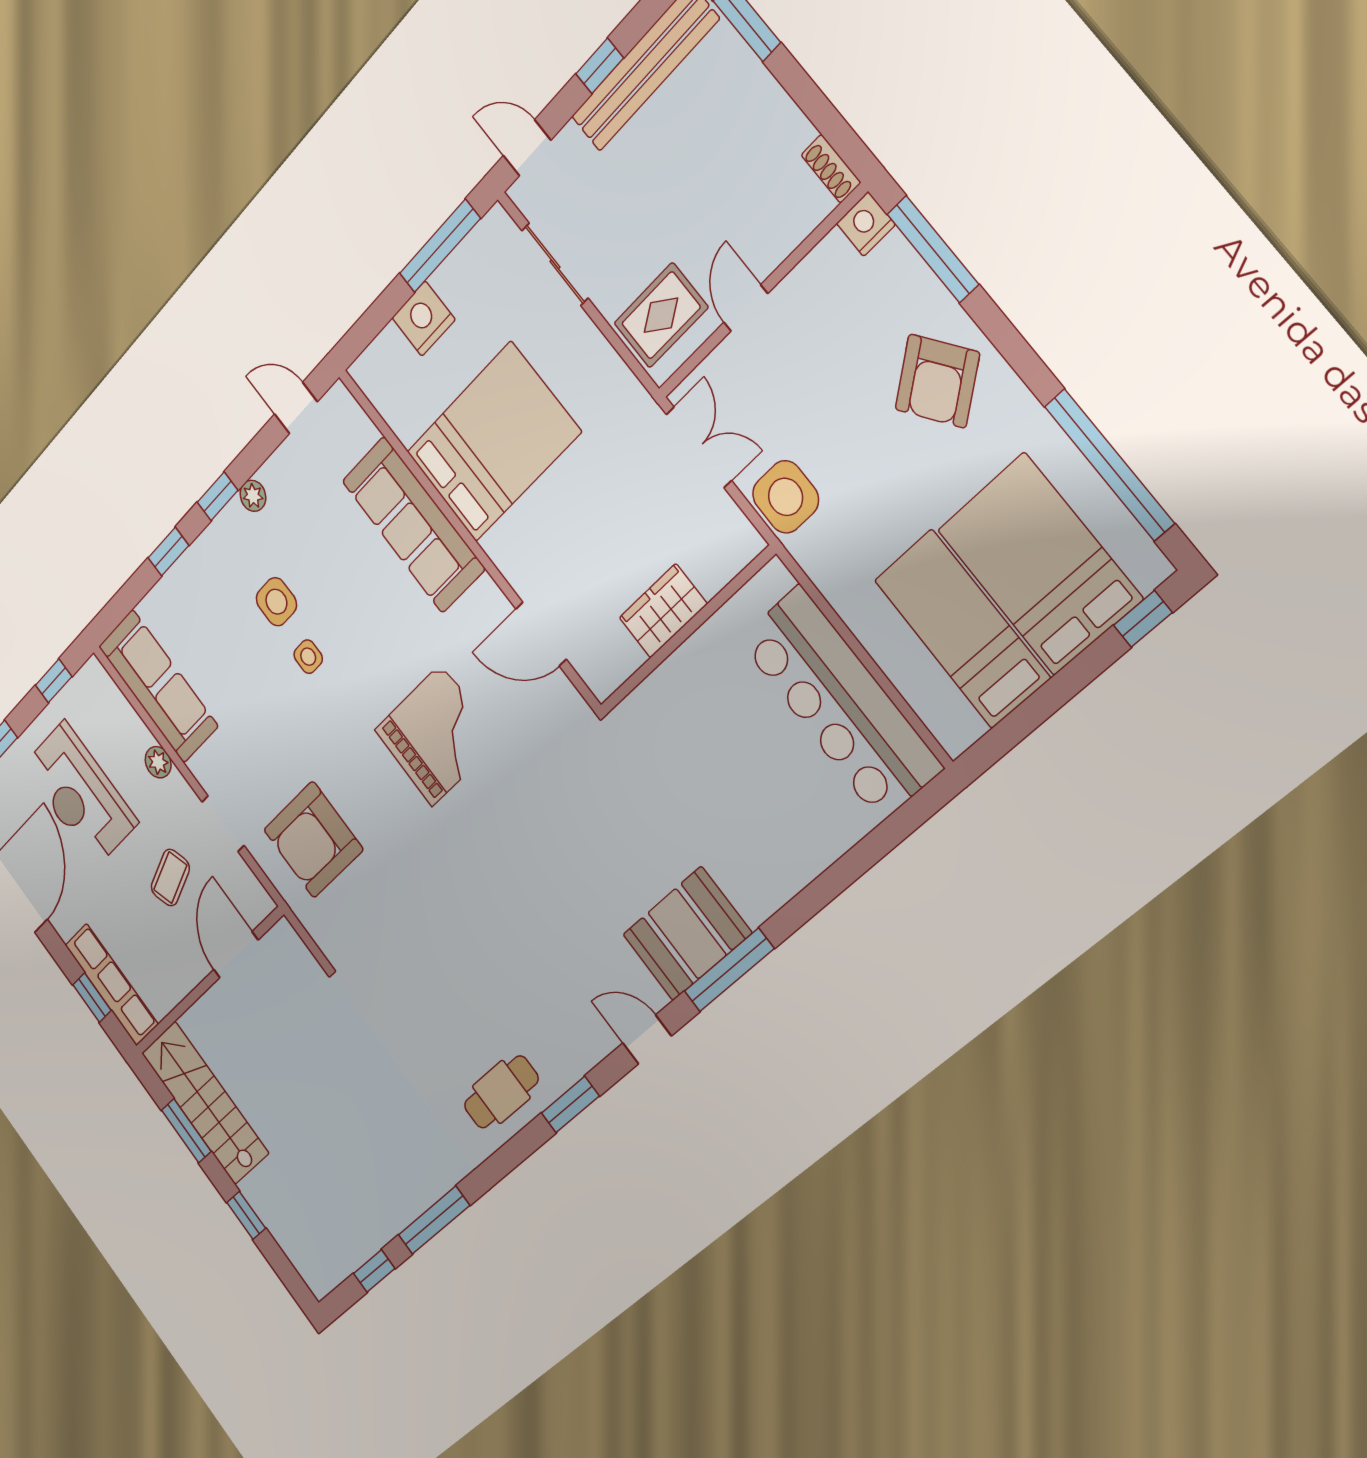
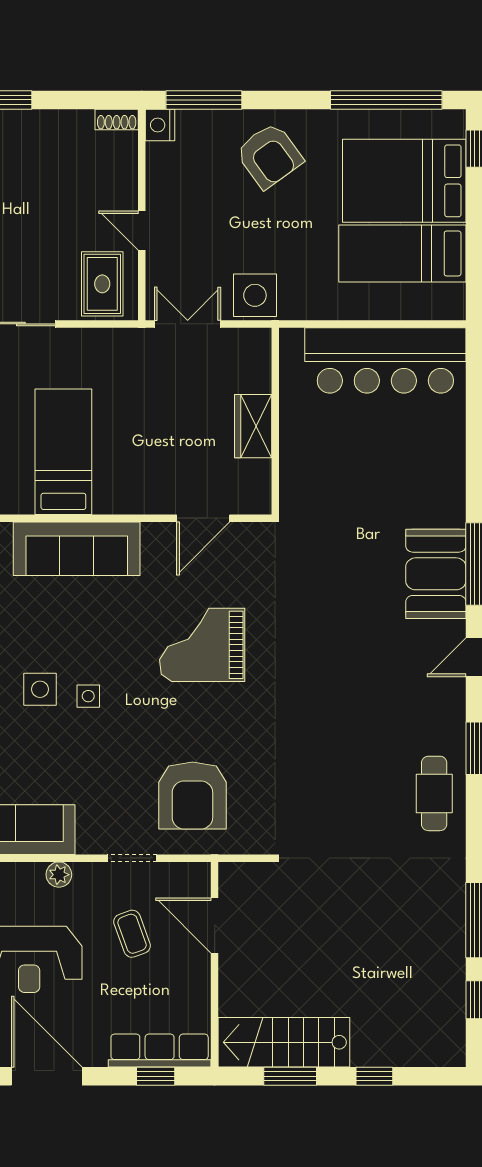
bed: (493, 442) -> (63, 452), width x0.67
grand piano: (436, 735) -> (202, 645), turned -90

